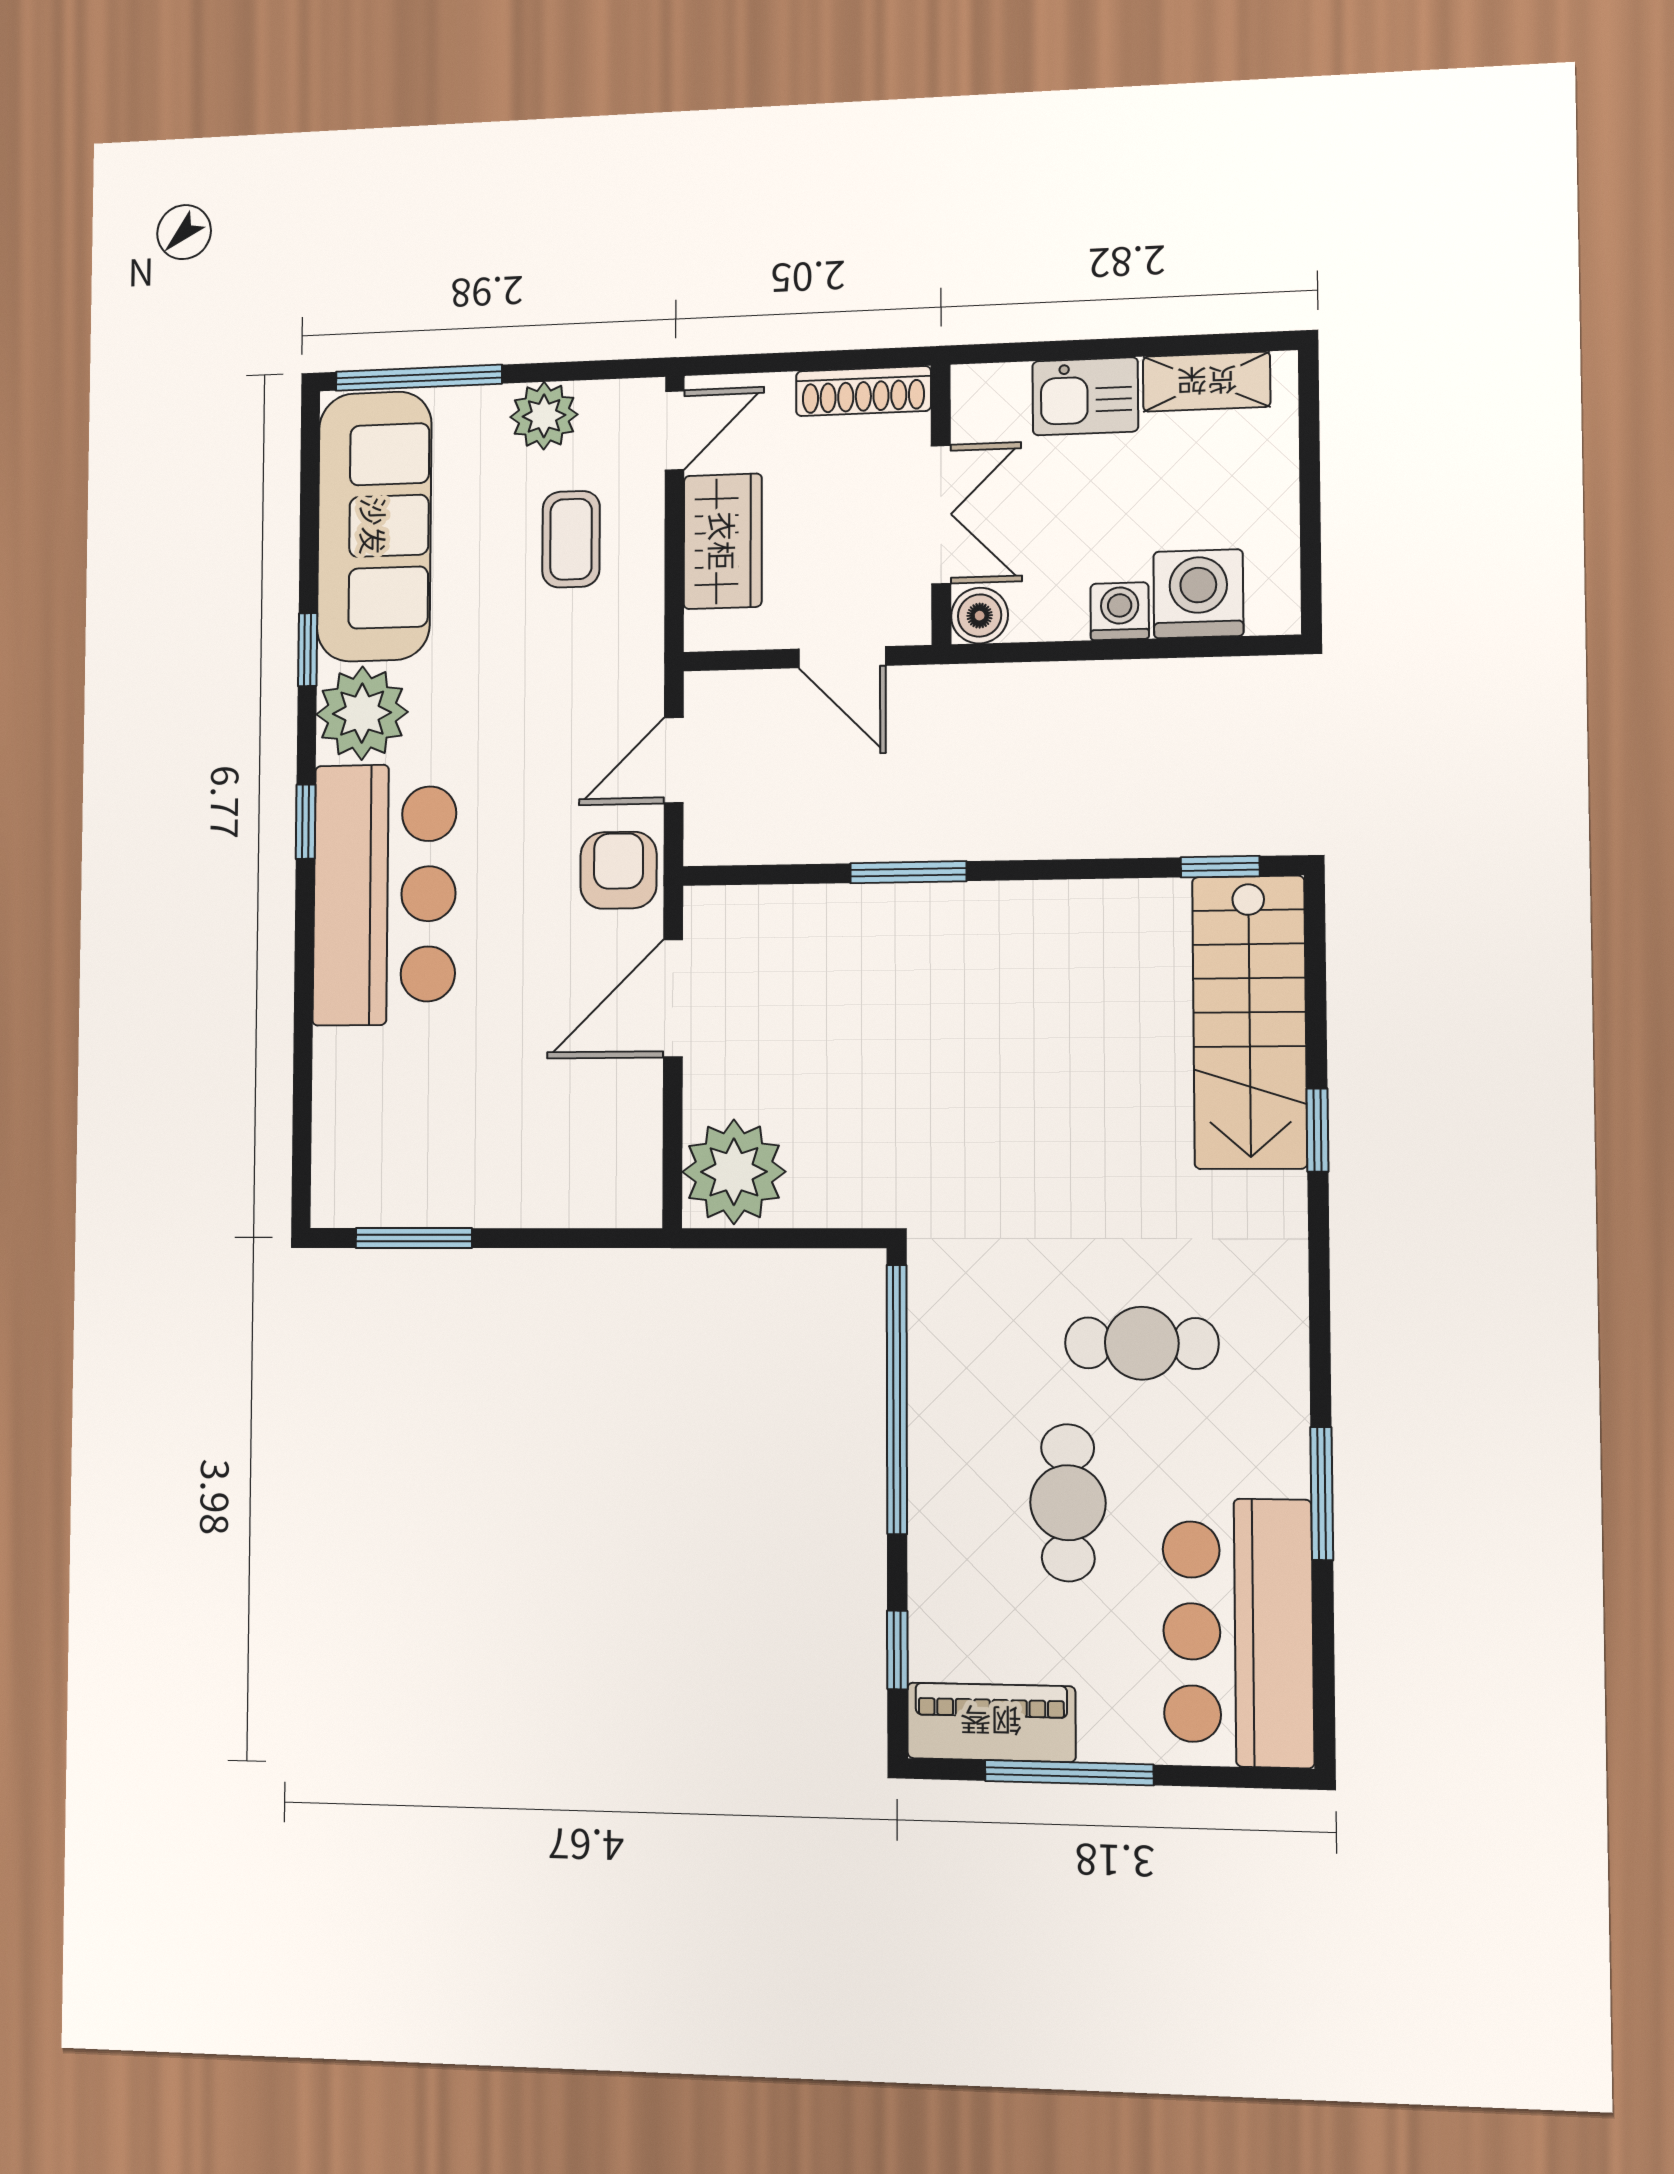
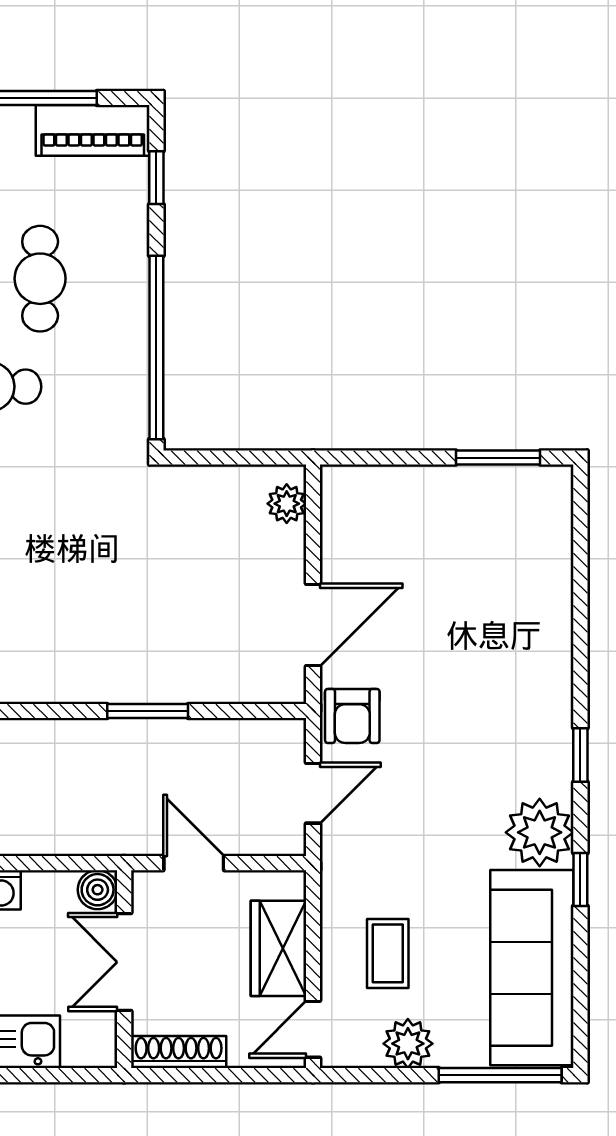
bar counter: (385, 894) -> (522, 702), removed
plant: (734, 1172) -> (287, 504), width x0.53, depth x0.53

